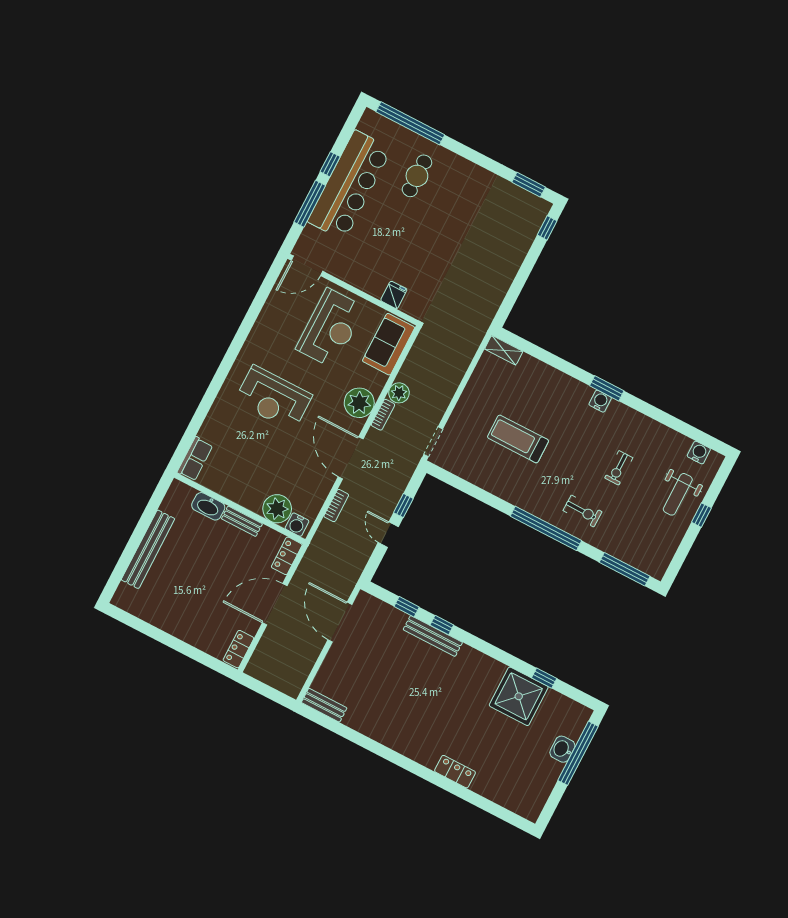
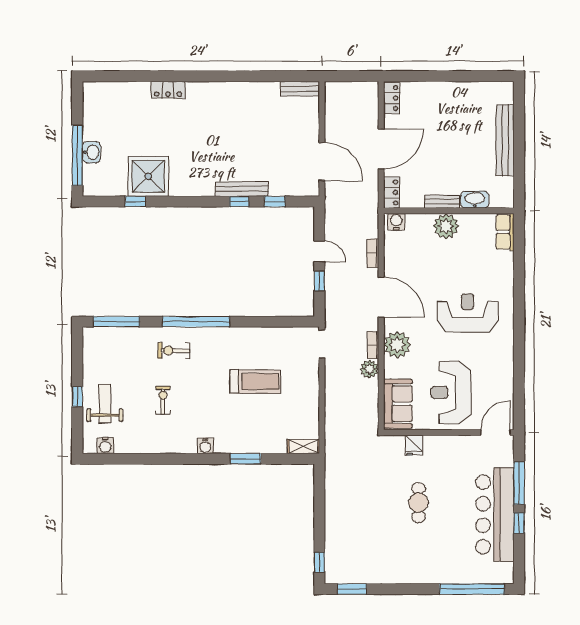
cafe table: (417, 176) -> (419, 503), moved
window: (607, 388) -> (246, 459), moved
plant: (277, 509) -> (446, 226), moved

